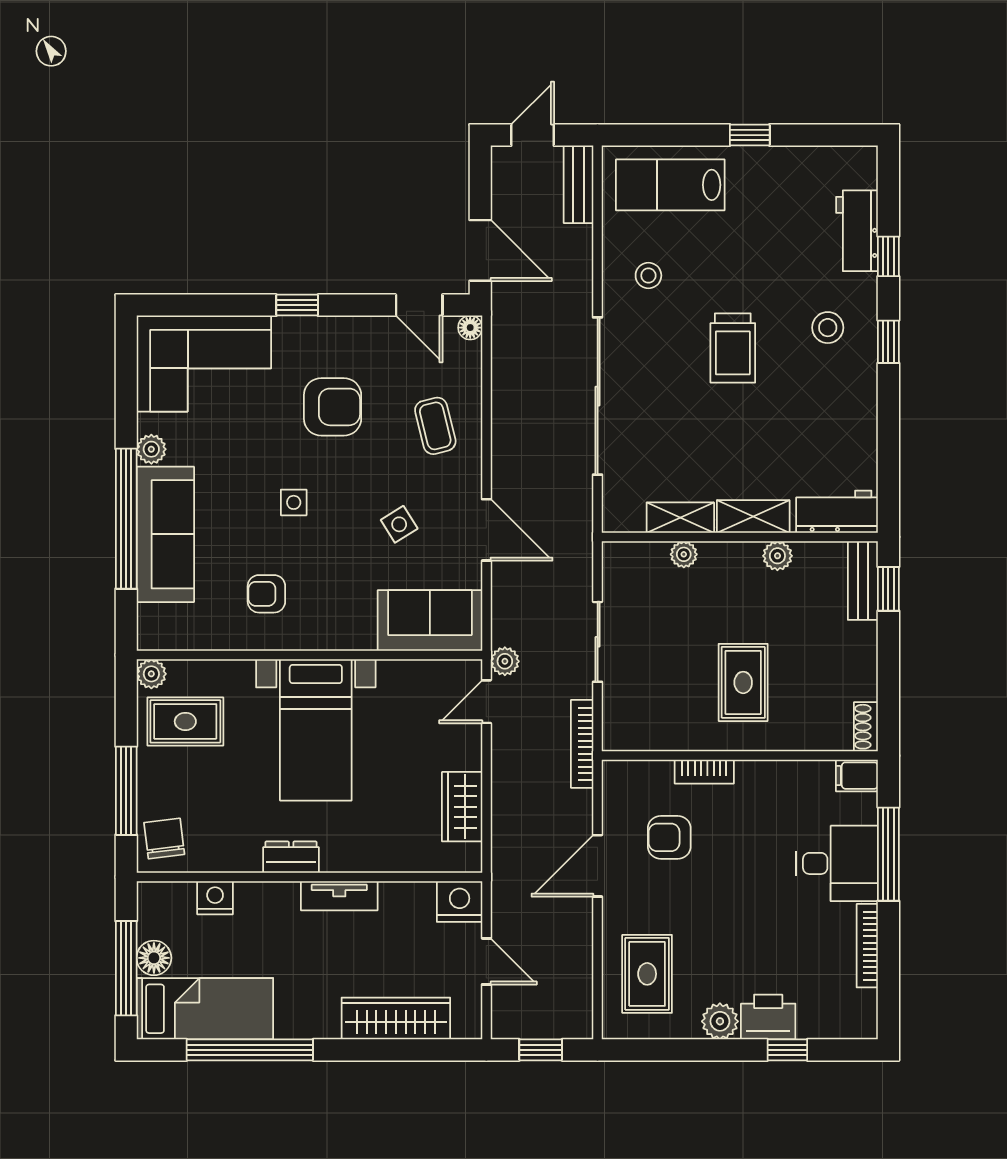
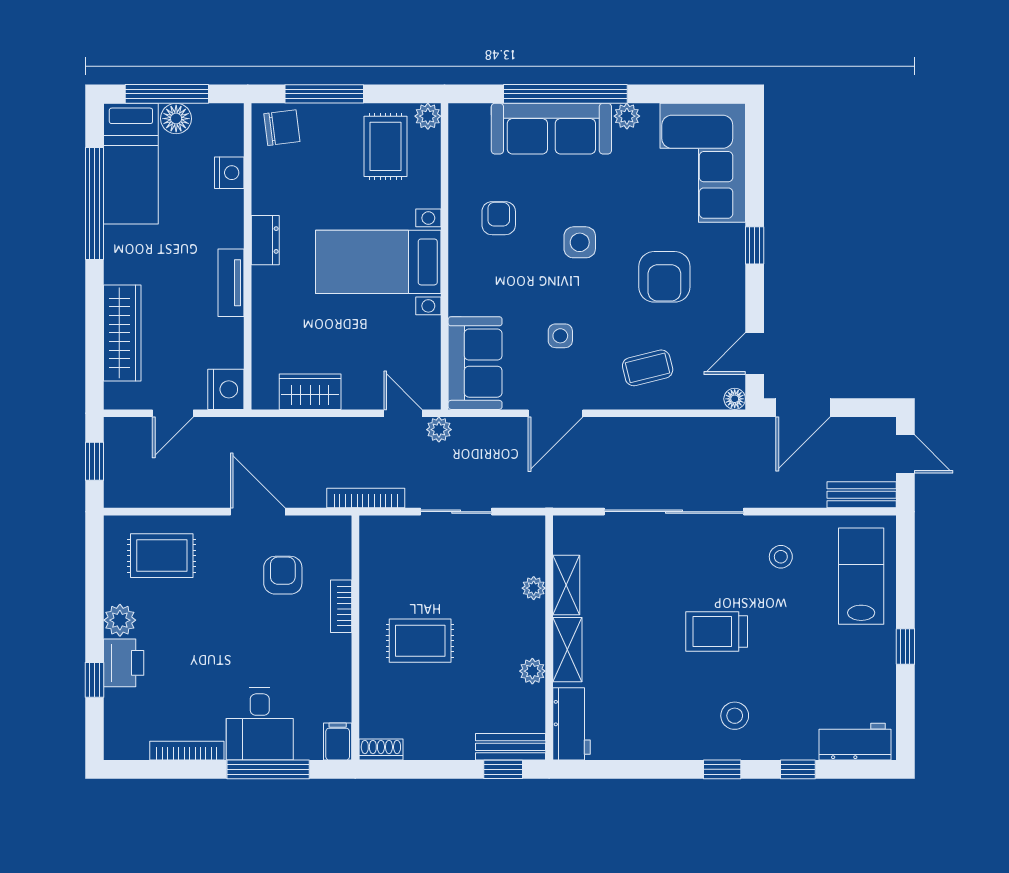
workbench: (857, 231) -> (855, 742), moved
side table: (294, 502) -> (580, 242), width x1.37, depth x1.37
side table: (399, 524) -> (560, 336), turned 32

